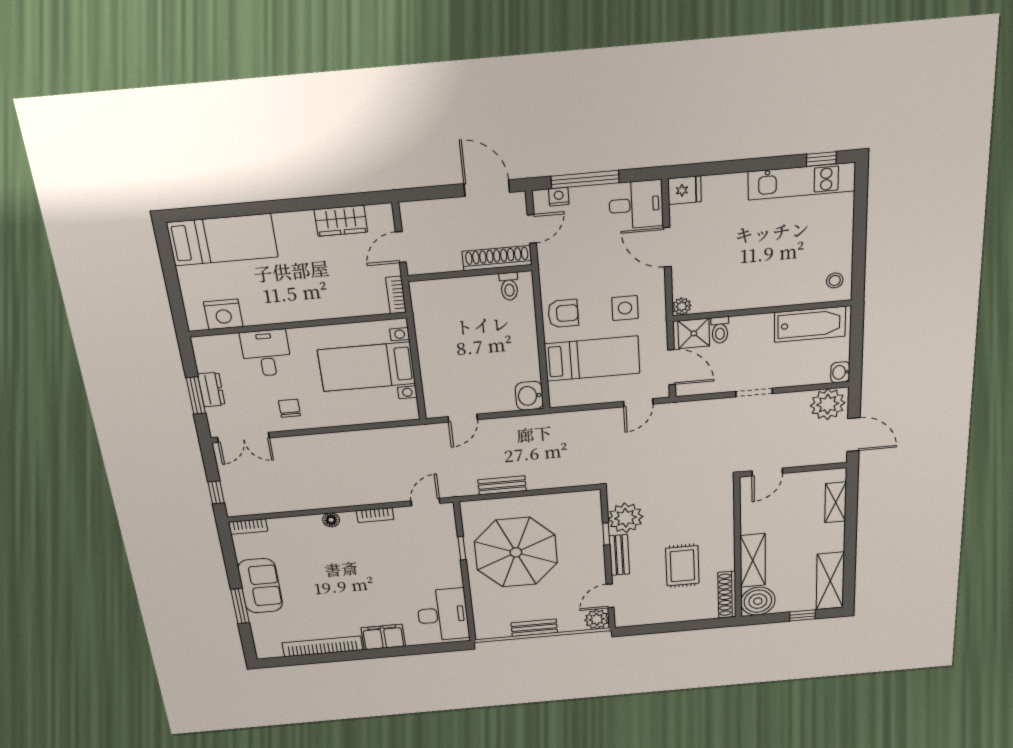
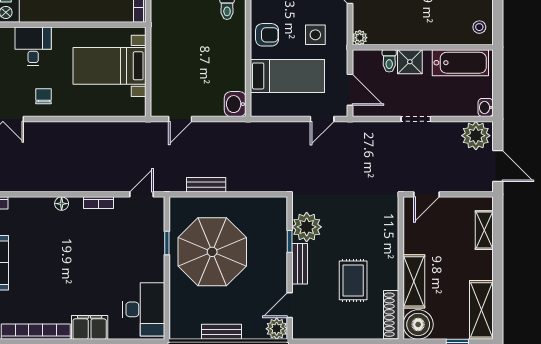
shower: (694, 333) -> (410, 62), moved

